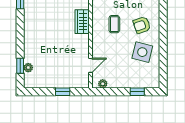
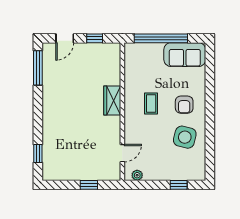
armchair: (142, 25) -> (184, 105), turned -71
plant: (28, 68) -> (48, 156), removed

